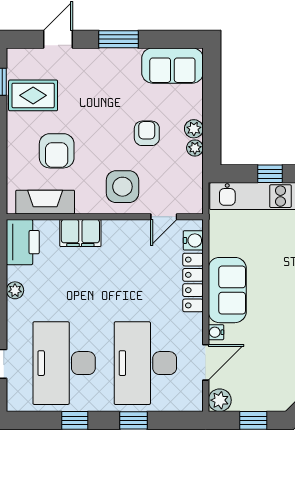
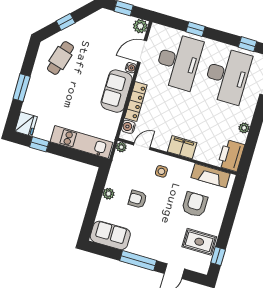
window: (119, 39) -> (138, 261), width x1.44
armchair: (147, 133) -> (138, 199), turned 90
plant: (195, 148) -> (121, 147), moved
window: (270, 174) -> (71, 153), removed
side table: (122, 187) -> (161, 171), width x0.54, depth x0.54
filing cabinet: (80, 233) -> (182, 147), moved
window: (75, 420) -> (248, 44), moved

